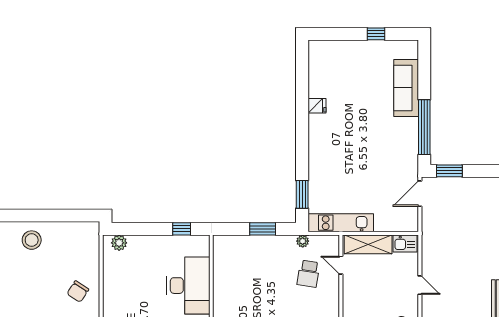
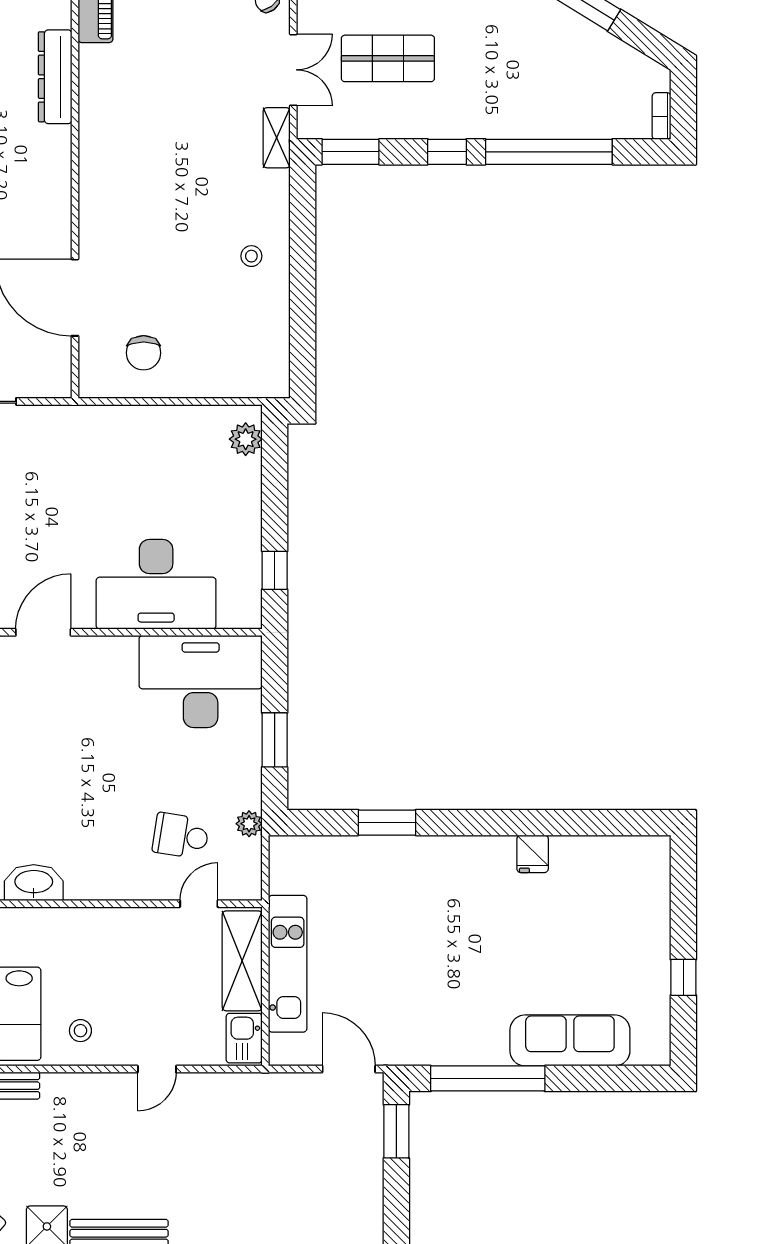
window: (302, 194) -> (387, 823), moved
kitchen unit: (341, 223) -> (288, 964), moved
stool: (32, 240) -> (251, 256), width x0.53, depth x0.53
desk: (235, 264) -> (201, 682), added
chair: (78, 292) -> (144, 353), turned -123

